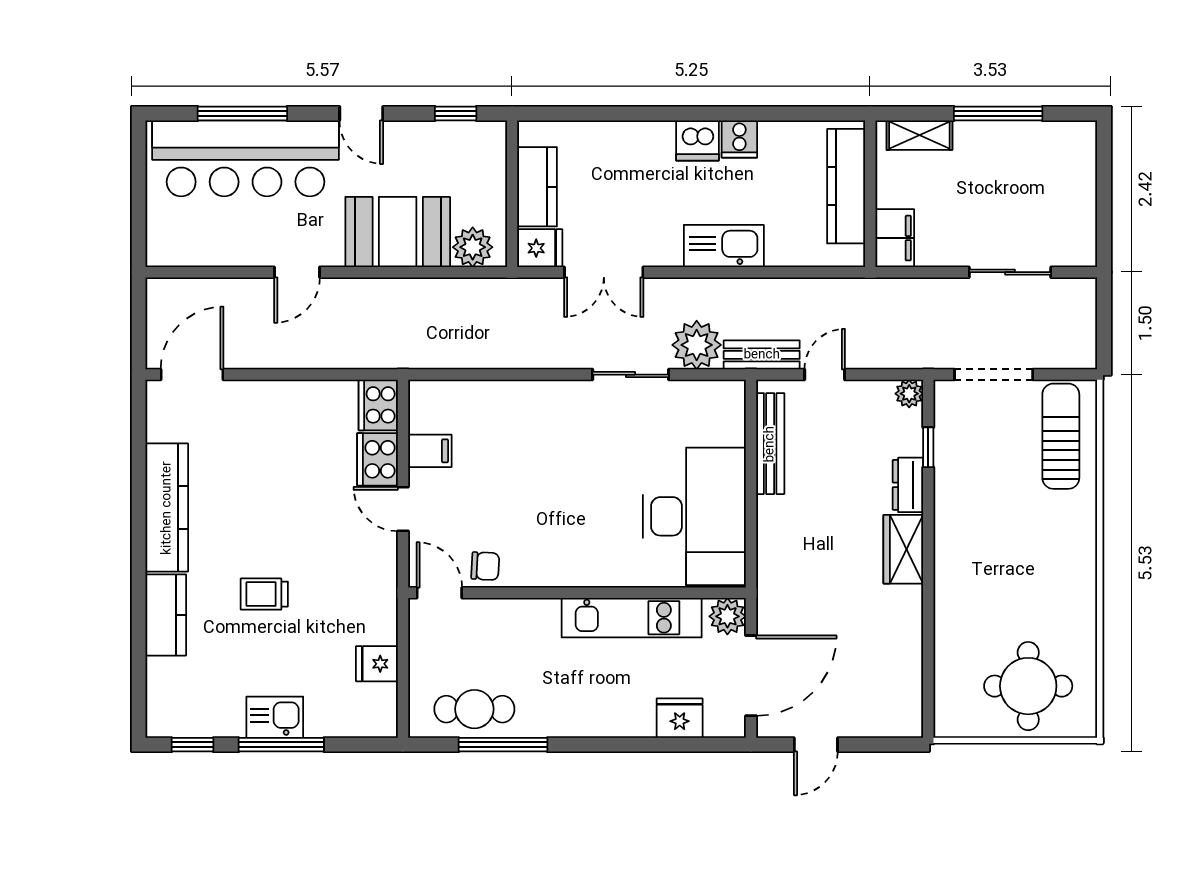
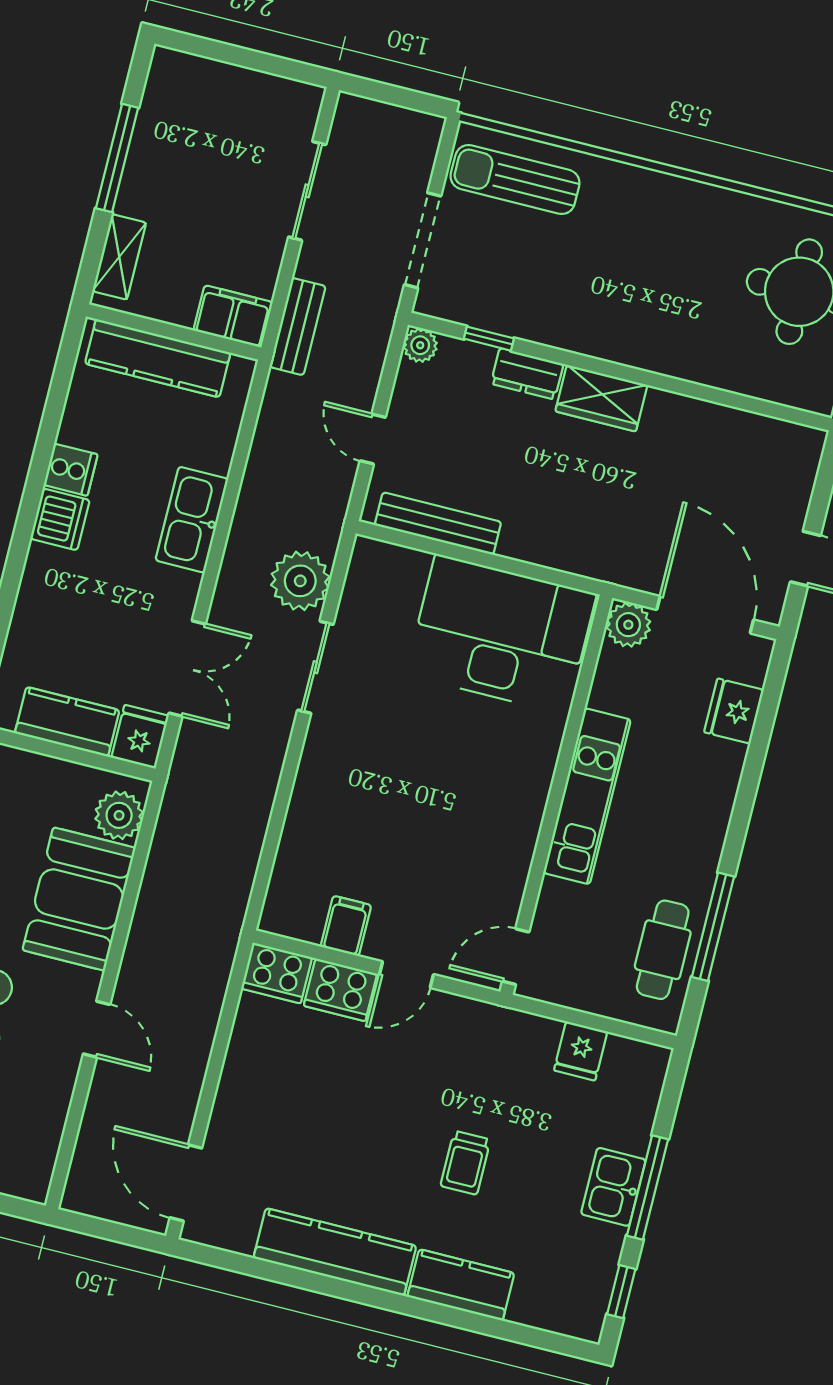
bench: (762, 355) -> (298, 327), moved
chair: (485, 566) -> (498, 895), removed
kitchen unit: (632, 618) -> (587, 796), moved

